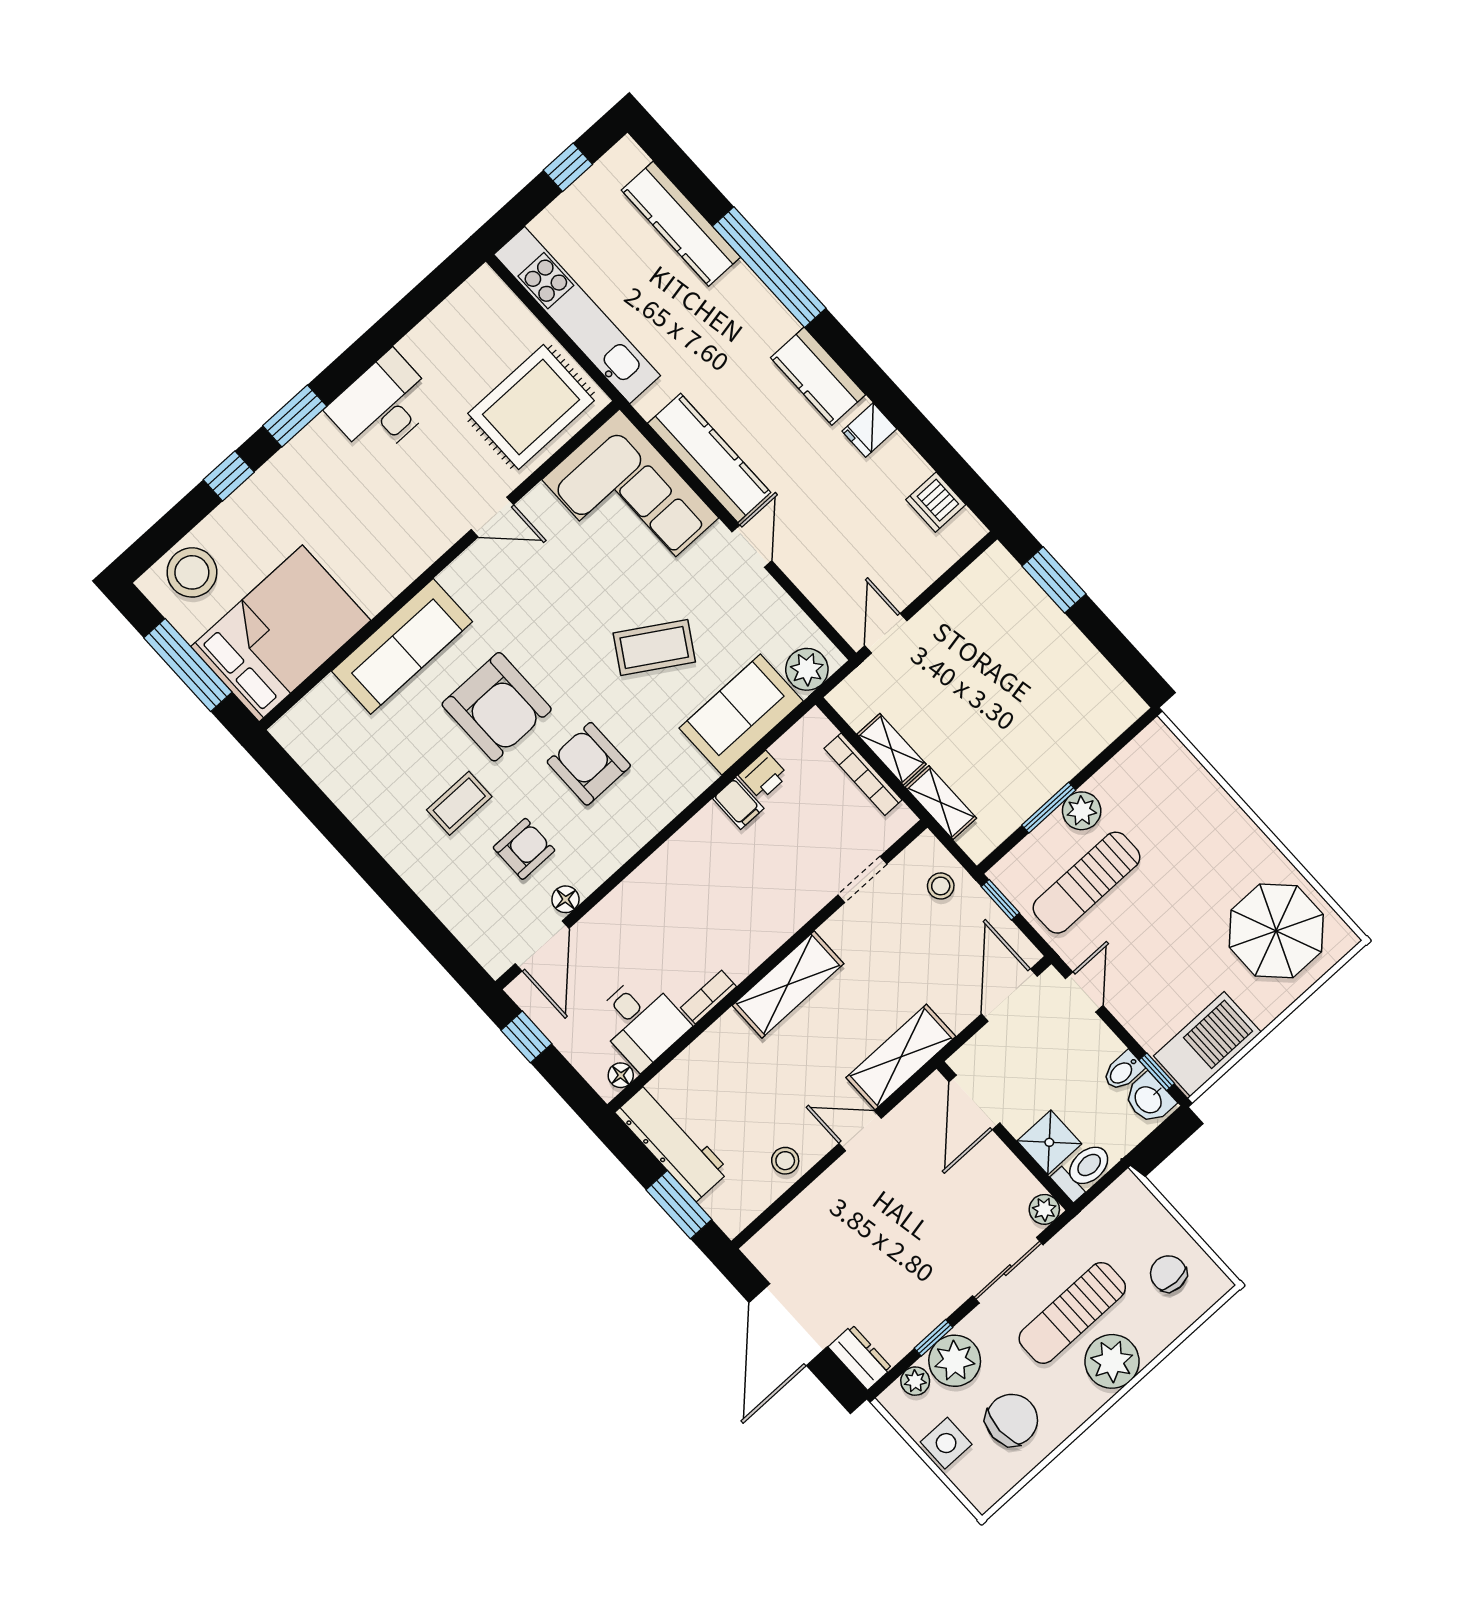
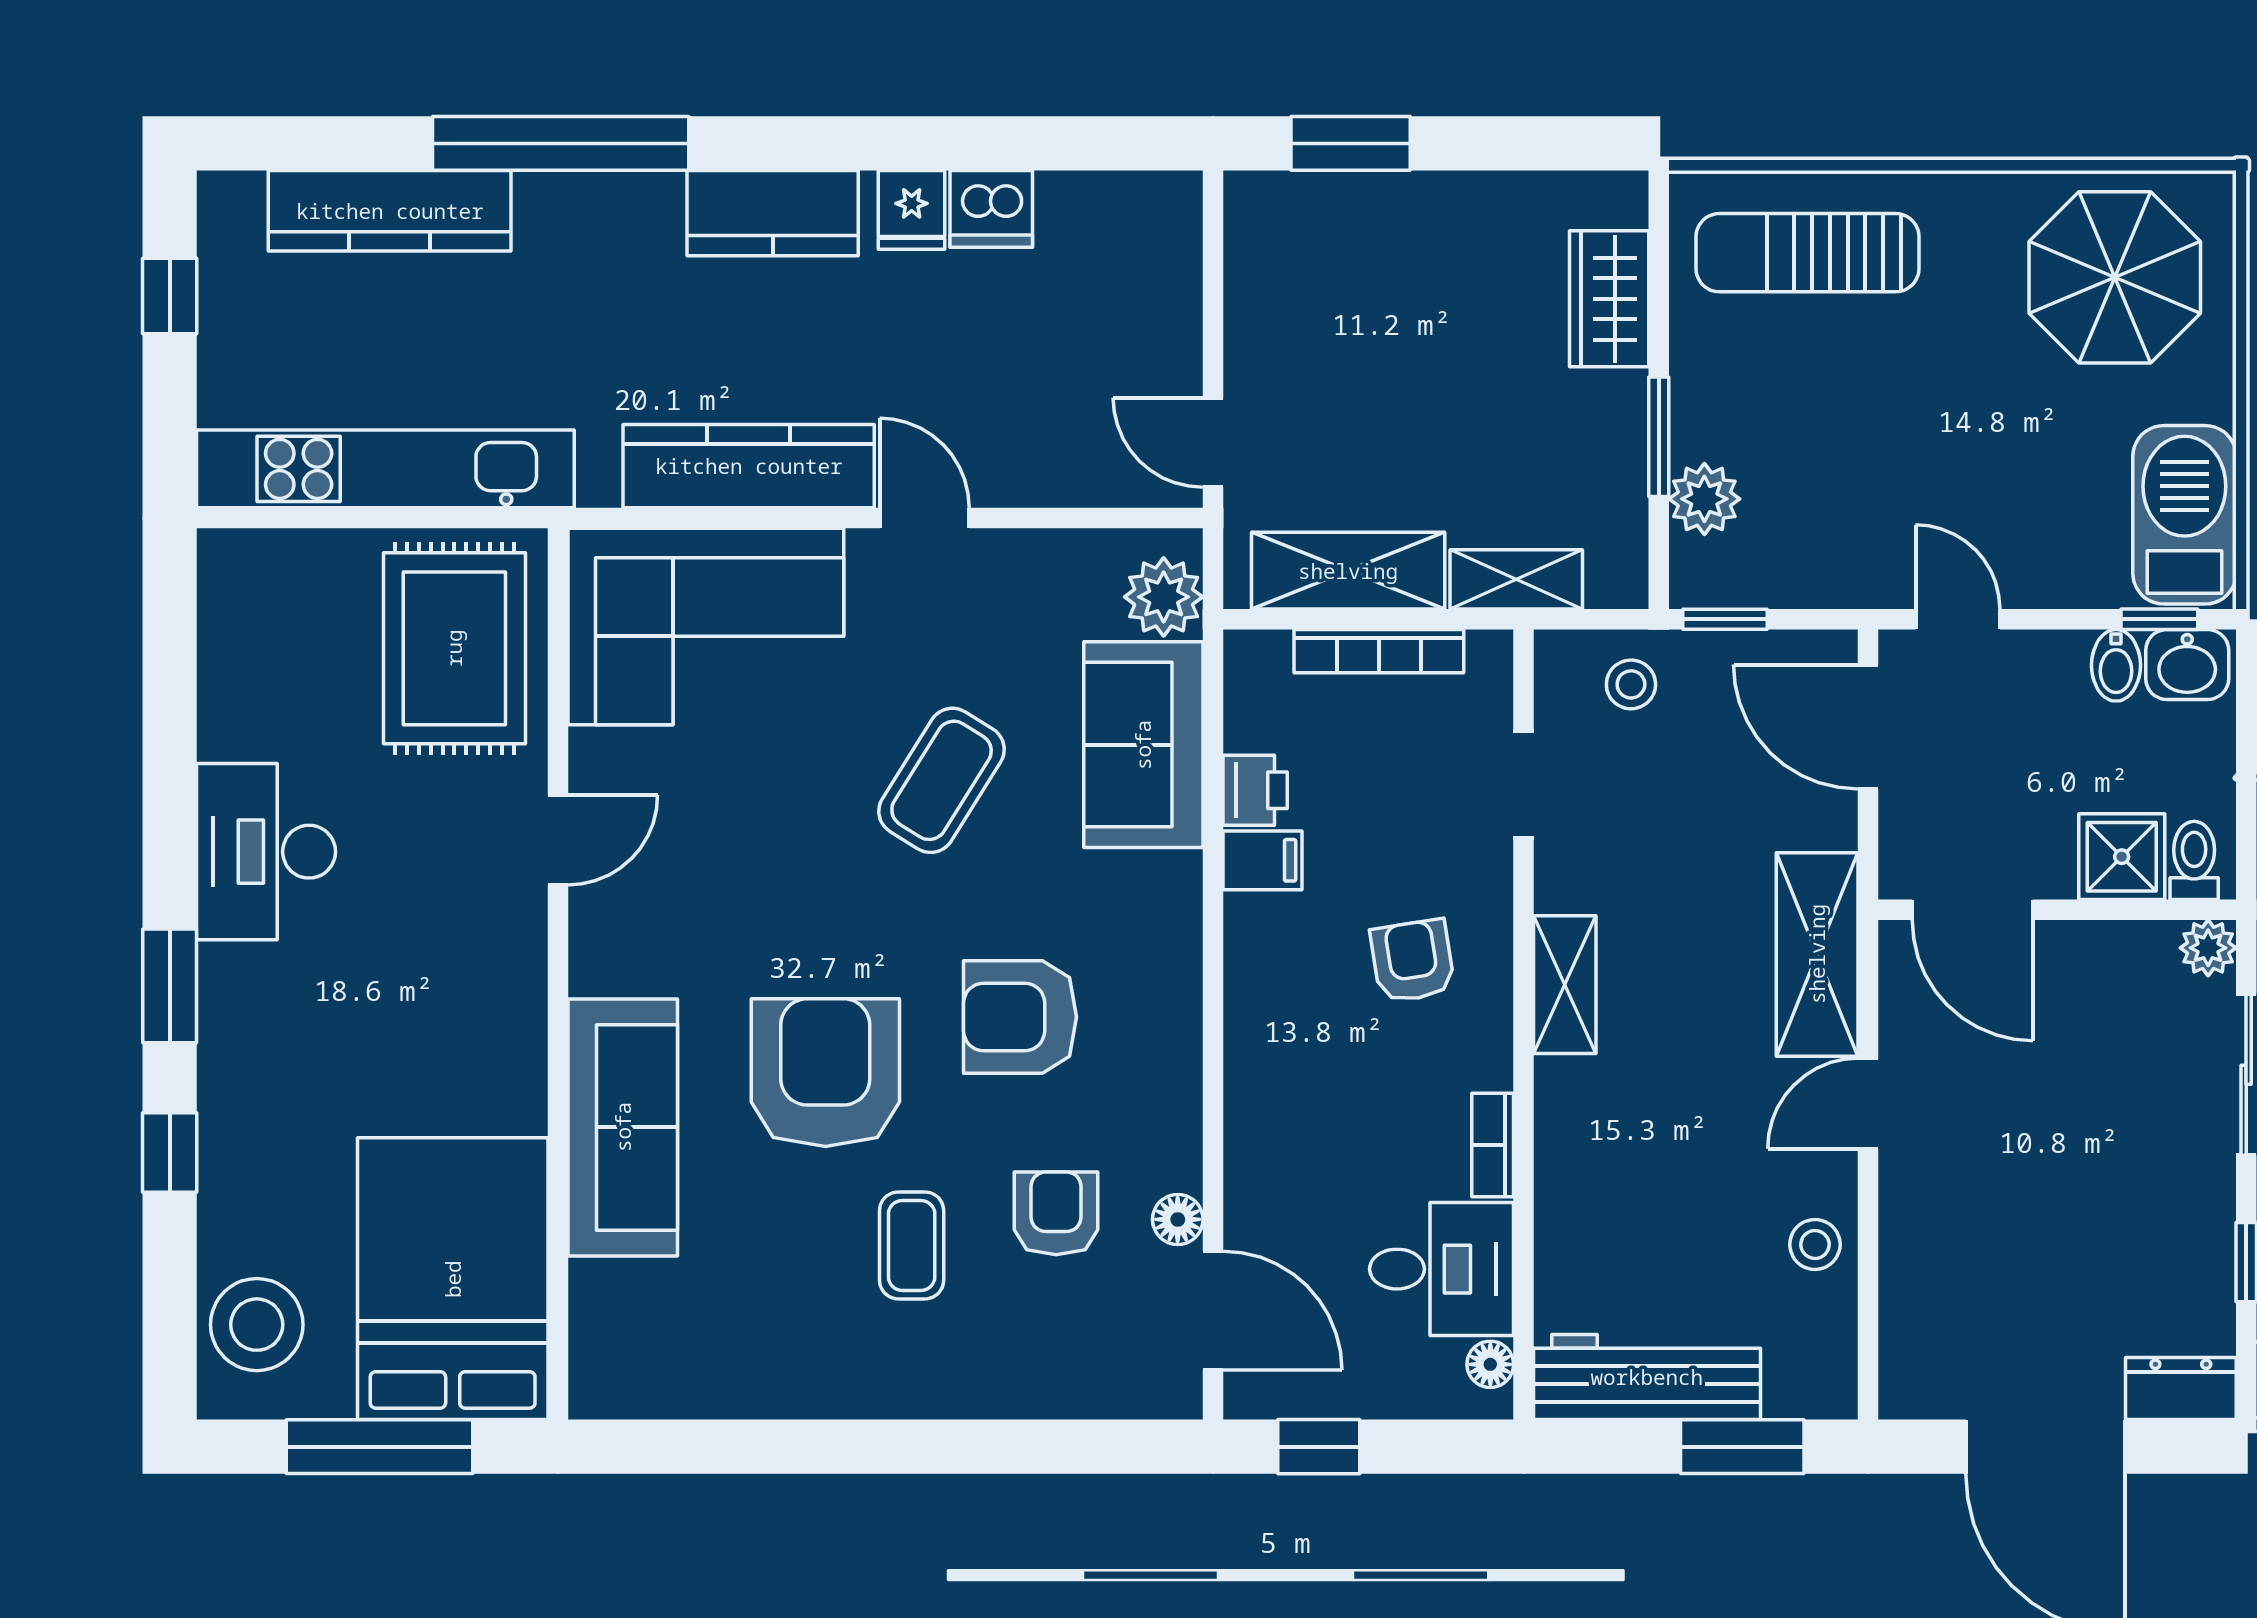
dishwasher: (936, 502) -> (991, 209), moved
armchair: (497, 707) -> (825, 1073), turned -90
wardrobe: (1086, 738) -> (1609, 299), added
shelving: (892, 749) -> (1348, 571), width x1.50, depth x1.33
plant: (1082, 811) -> (1704, 499), moved
sun lounger: (1087, 883) -> (1807, 253), moved, turned 90
armchair: (752, 899) -> (1412, 961), added
shelving: (788, 985) -> (1565, 985), width x0.67, depth x0.75
toilet: (1083, 1170) -> (2194, 860), width x0.73, depth x0.72

